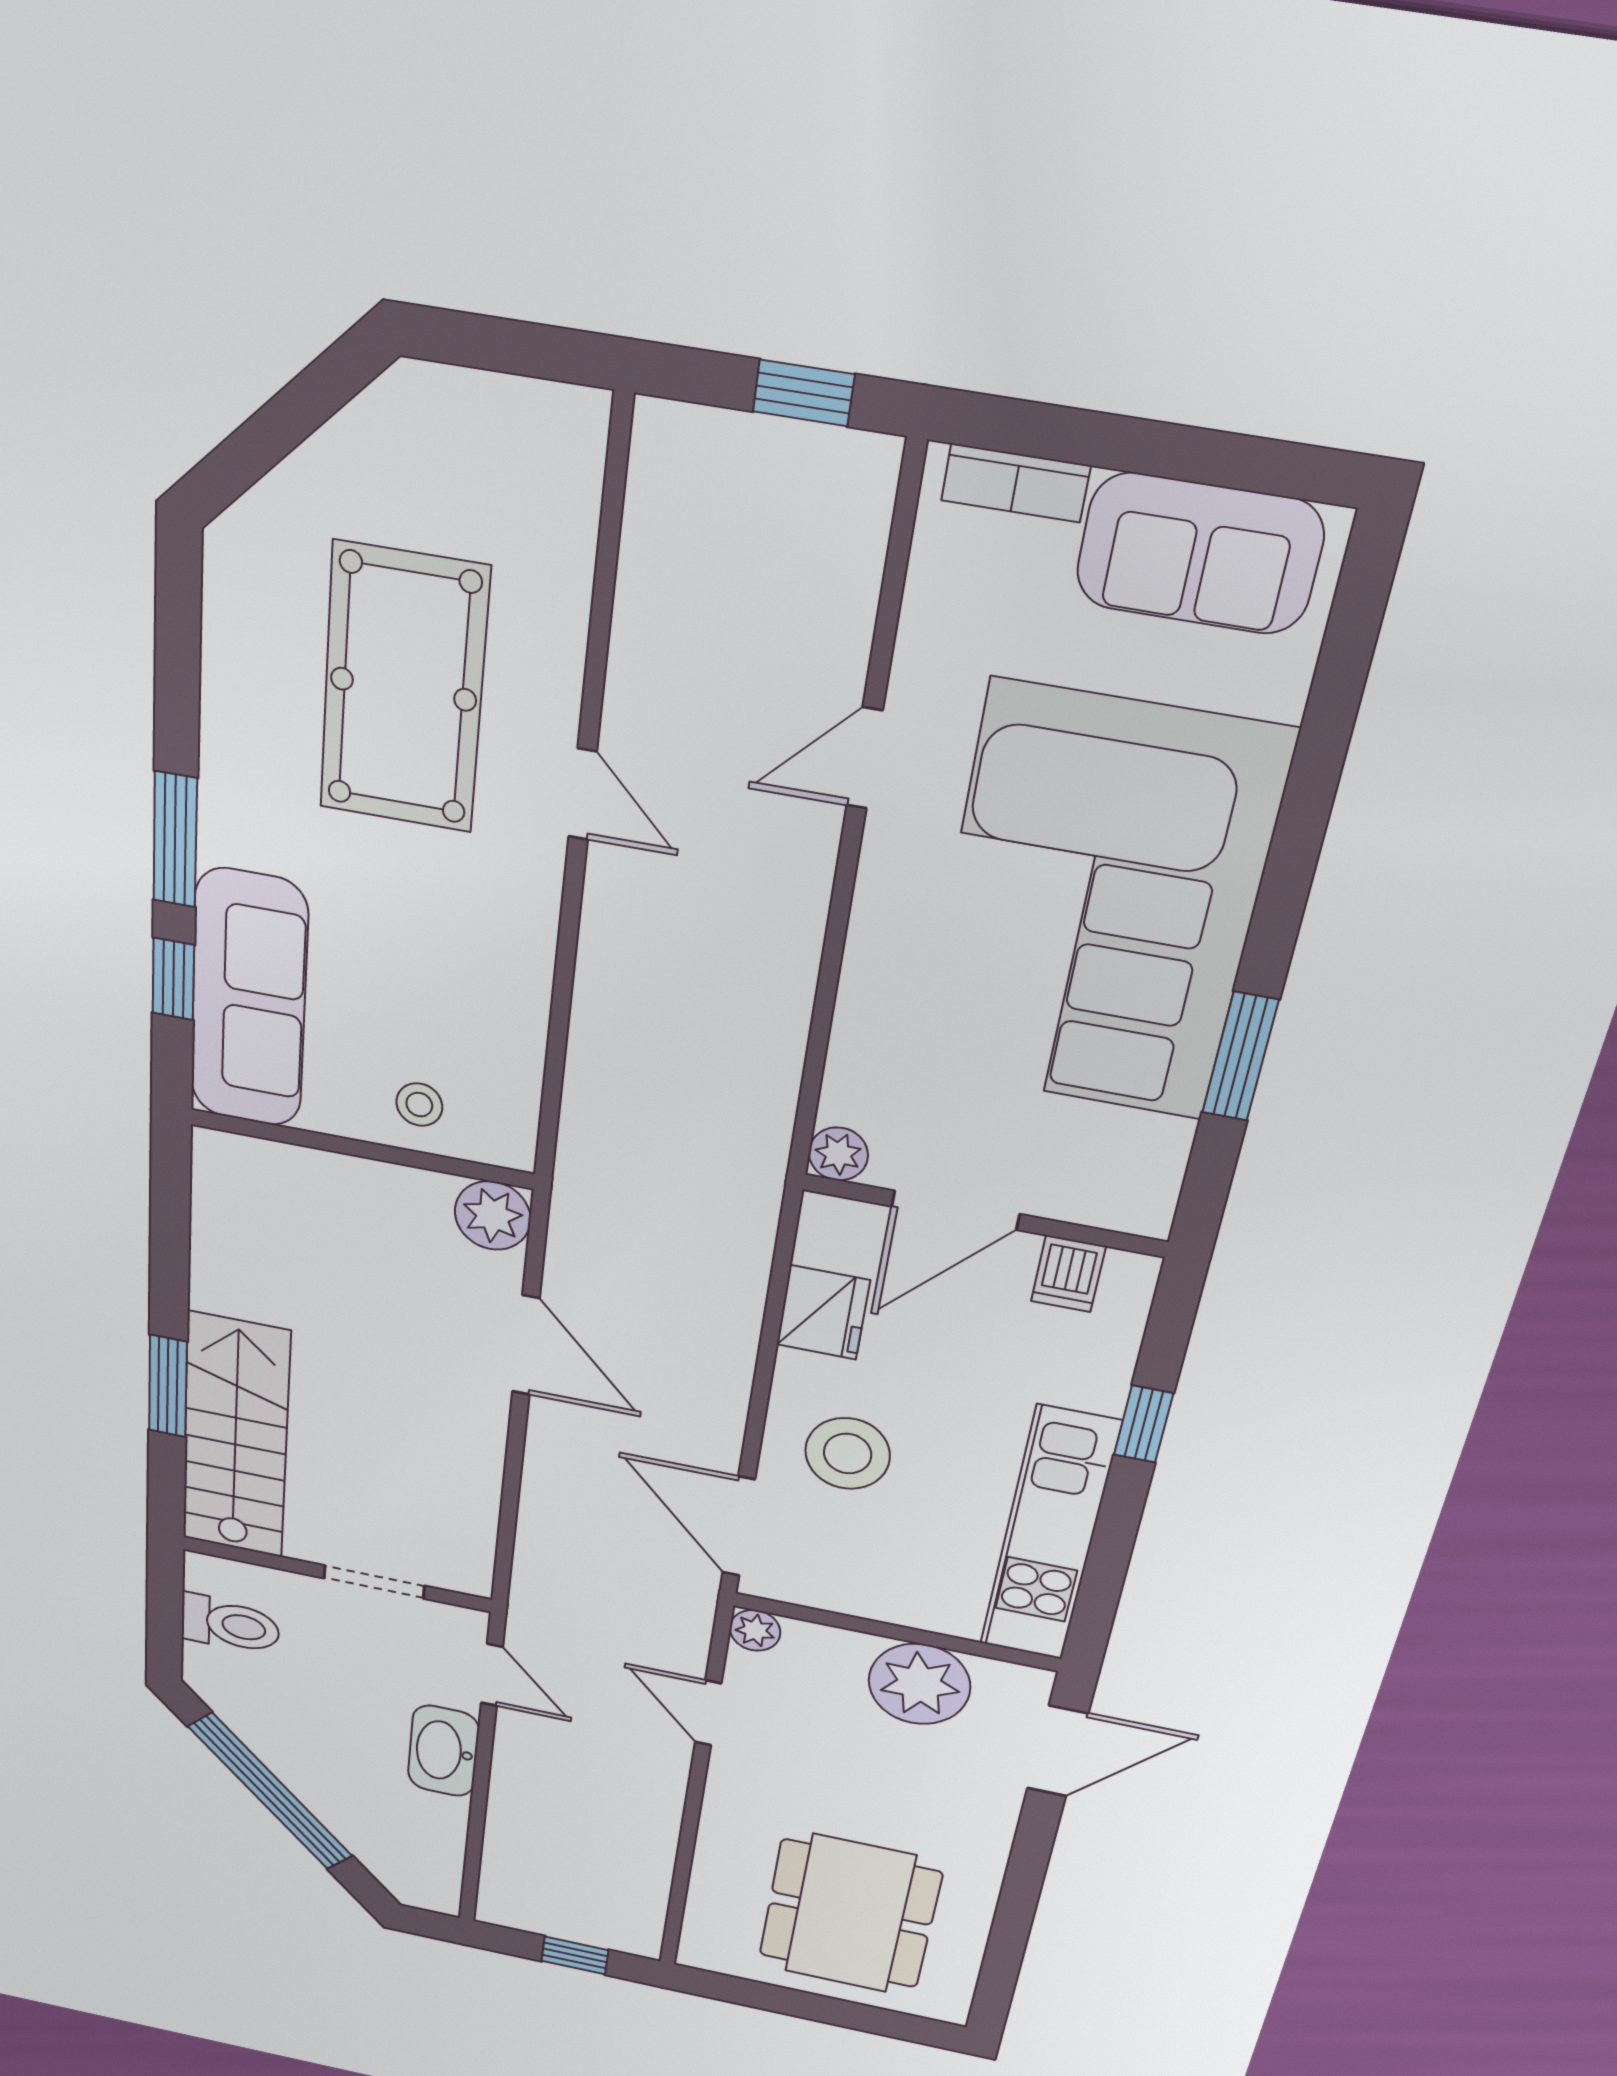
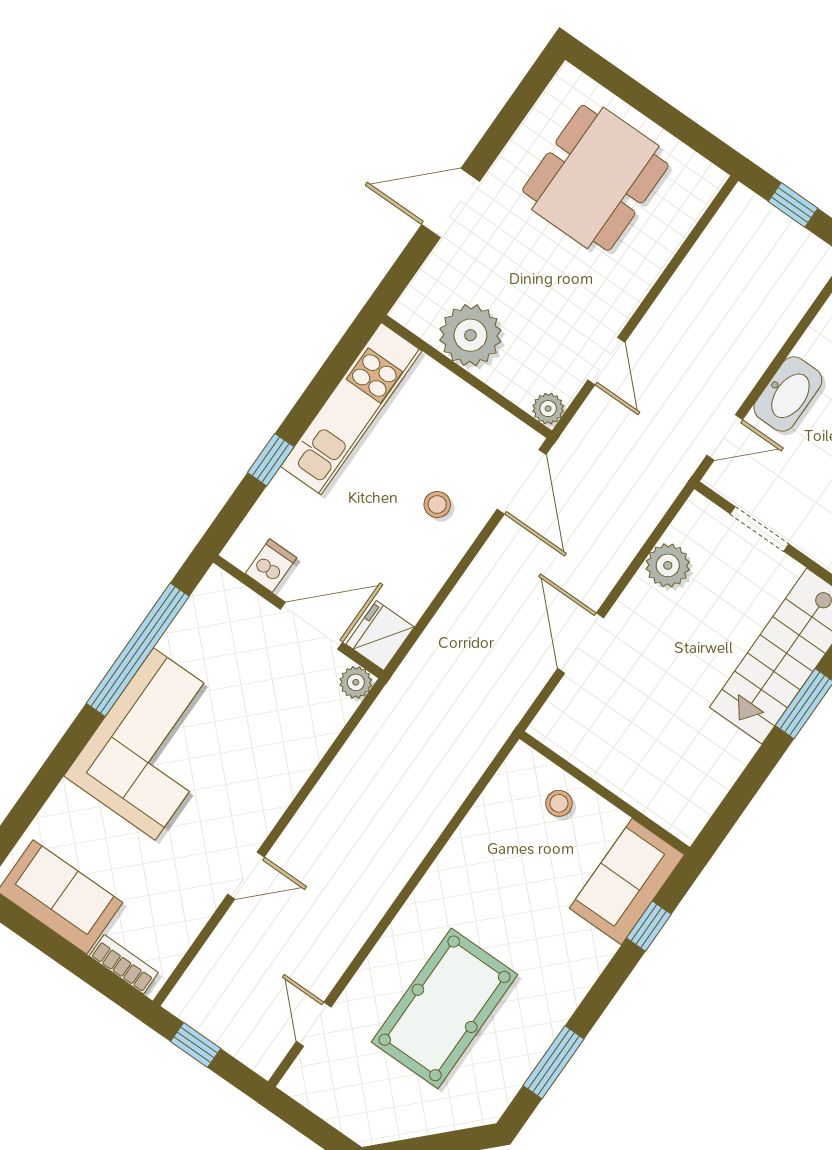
door: (583, 794) -> (314, 1024), moved
window: (175, 840) -> (553, 1062), moved
corner sofa: (1100, 906) -> (154, 744), width x0.73, depth x0.74
sofa: (249, 1000) -> (627, 881), width x0.73
window: (1240, 1057) -> (138, 650), width x2.11
plant: (493, 1216) -> (668, 565), moved
fridge: (823, 1313) -> (380, 636), moved
stool: (848, 1454) -> (437, 504), width x0.53, depth x0.53
door: (492, 1675) -> (725, 437), swing flipped
door: (1058, 1751) -> (451, 203), moved

